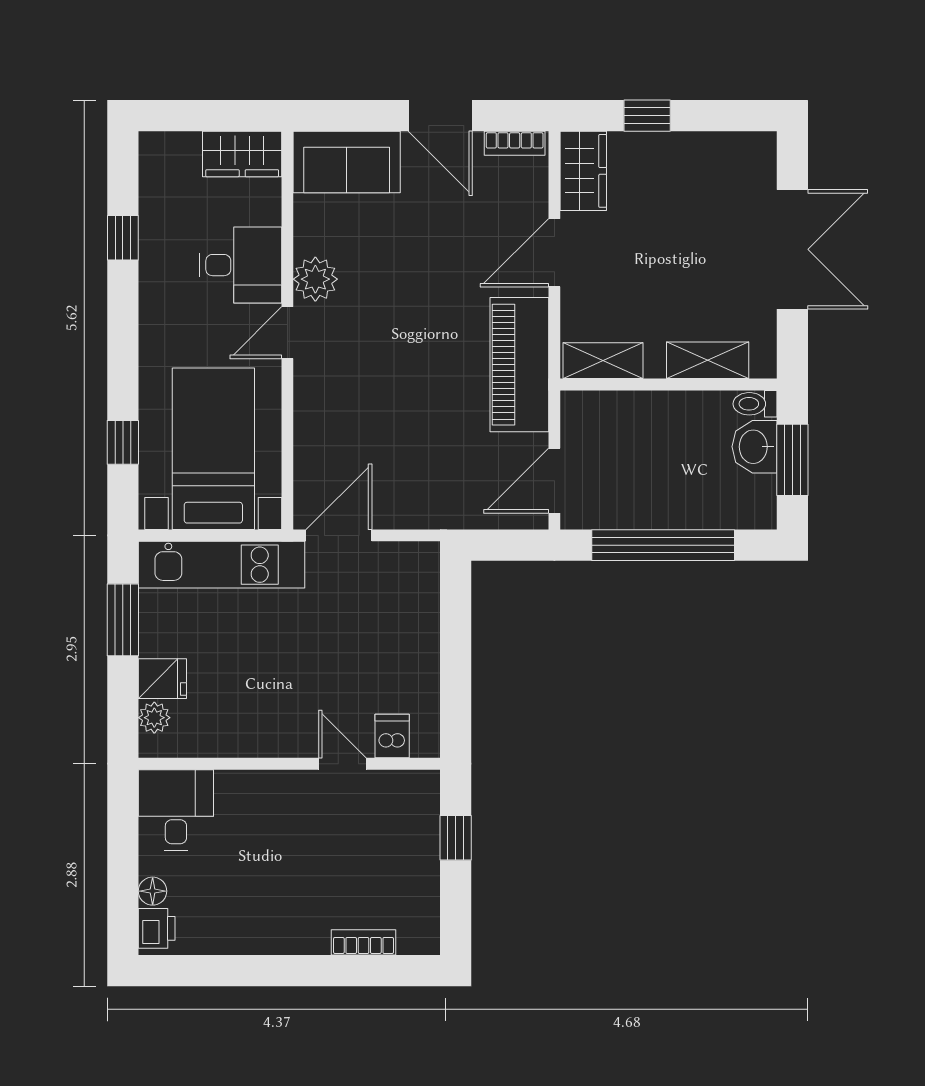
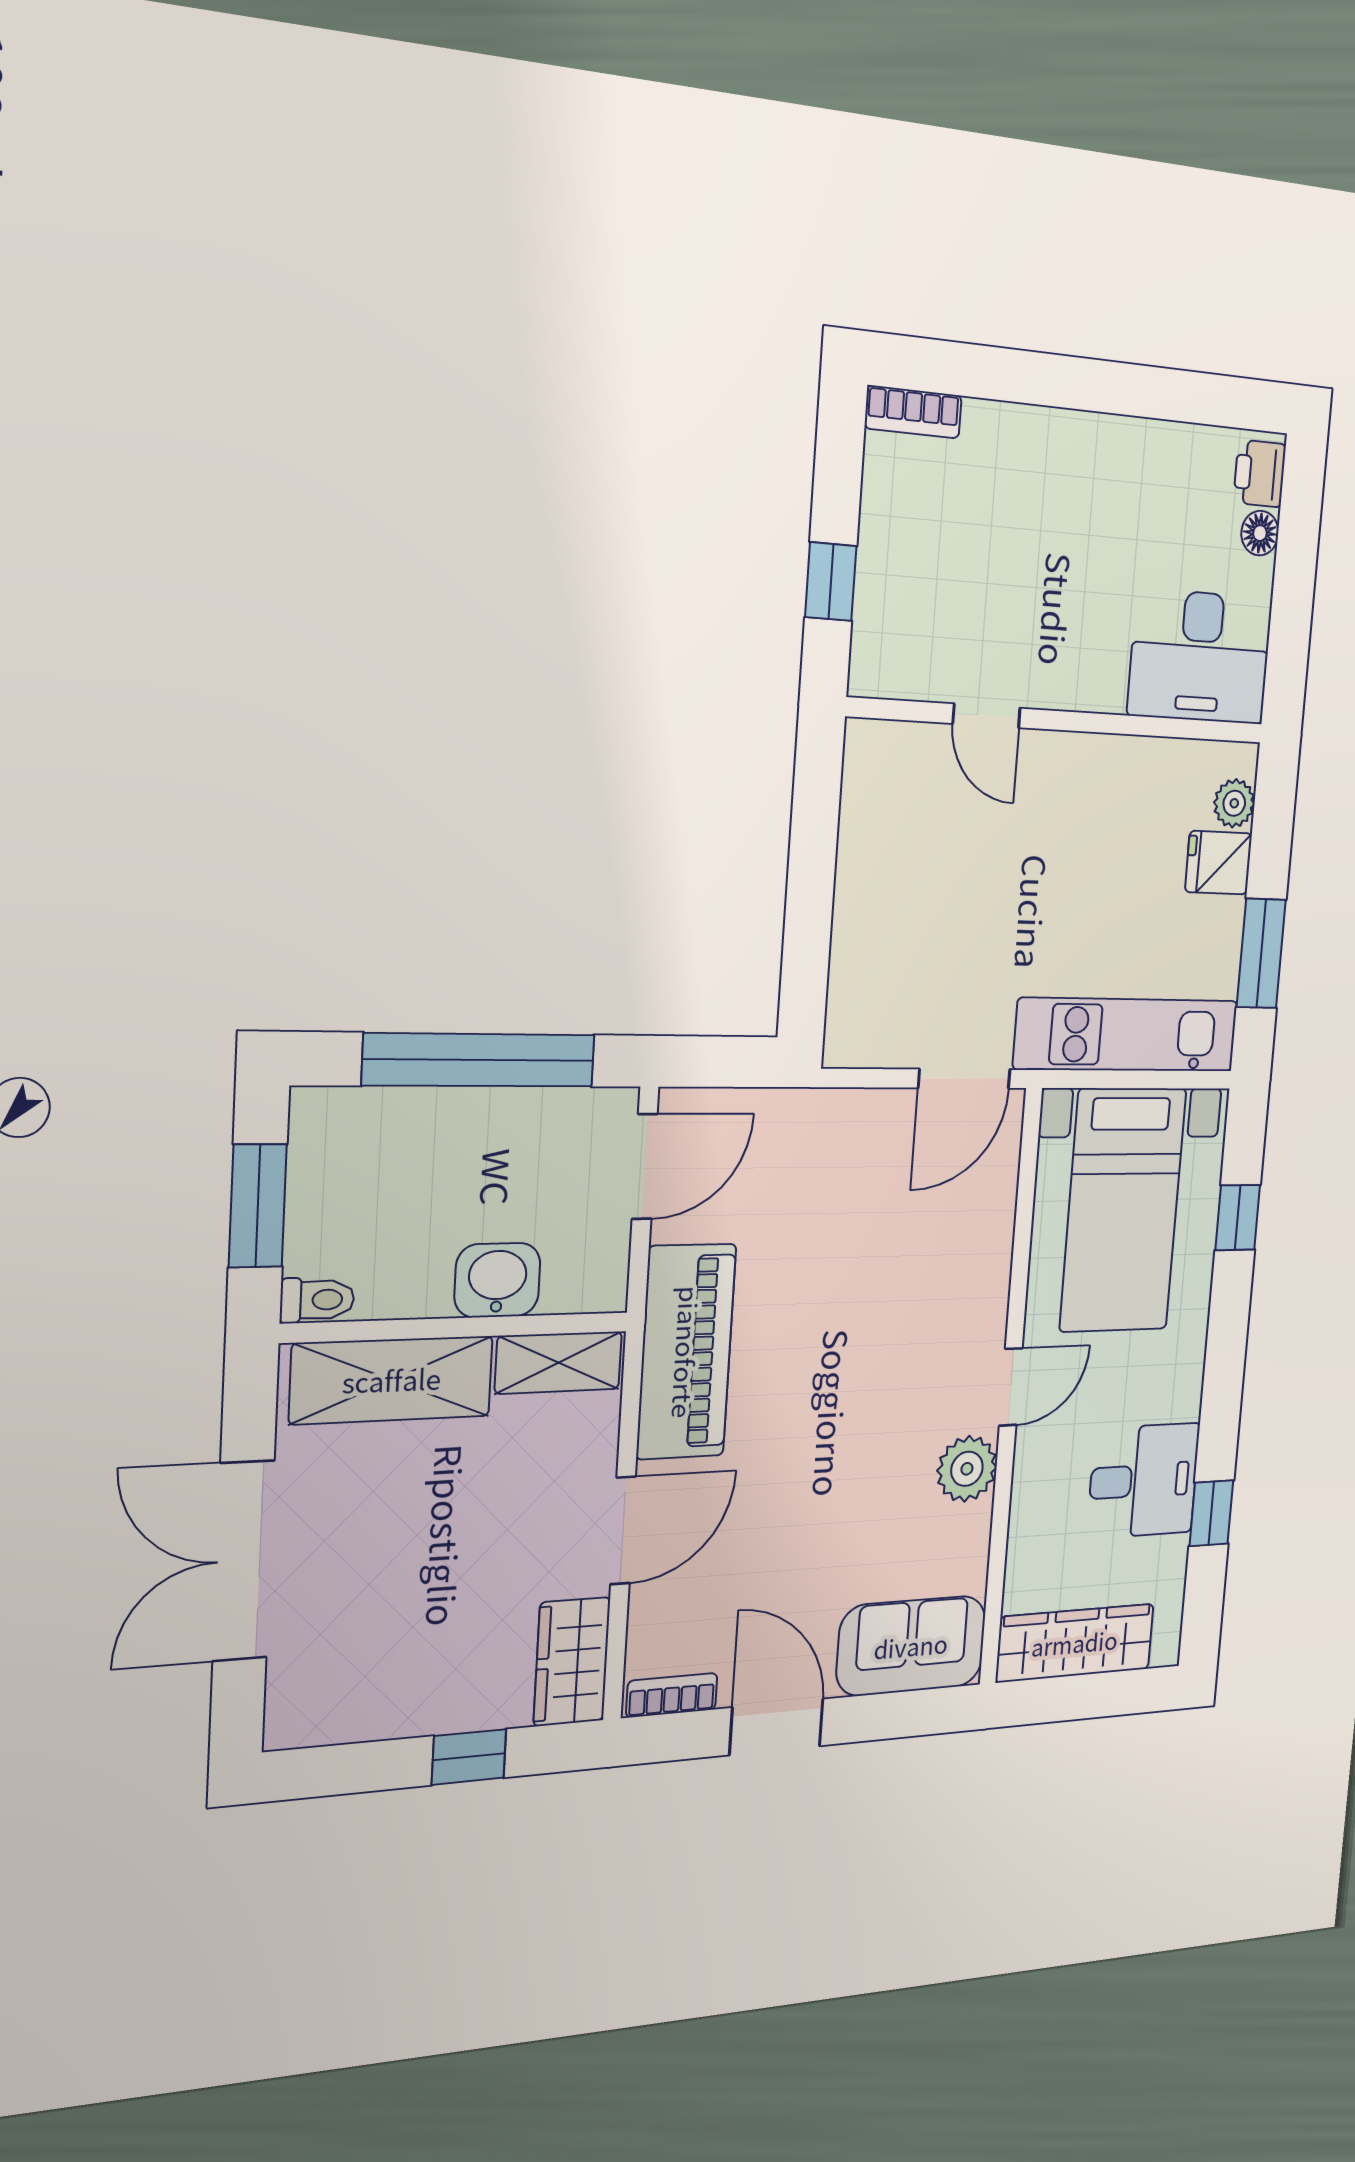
wardrobe: (242, 154) -> (1075, 1643), width x1.50
desk: (240, 265) -> (1143, 1481), moved, turned 180
shelving: (708, 360) -> (392, 1380), width x1.50, depth x1.33
washbasin: (755, 447) -> (497, 1280), moved, turned -90
dishwasher: (392, 736) -> (912, 757), removed
desk: (176, 810) -> (1200, 657), width x1.37
bookcase: (364, 942) -> (913, 412), moved

